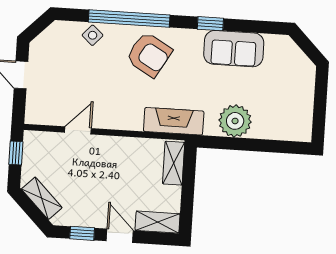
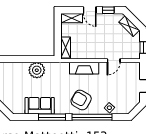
window: (210, 24) -> (52, 117), width x2.17
fireplace: (174, 121) -> (84, 68), moved

